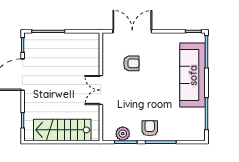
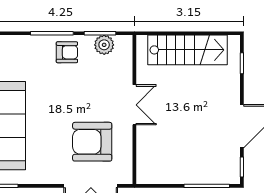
armchair: (131, 63) -> (92, 142), width x1.88, depth x1.88
armchair: (150, 128) -> (67, 52), turned -90

